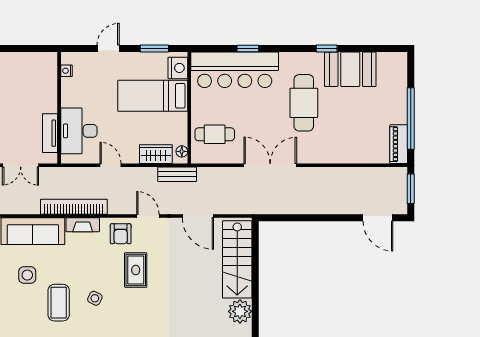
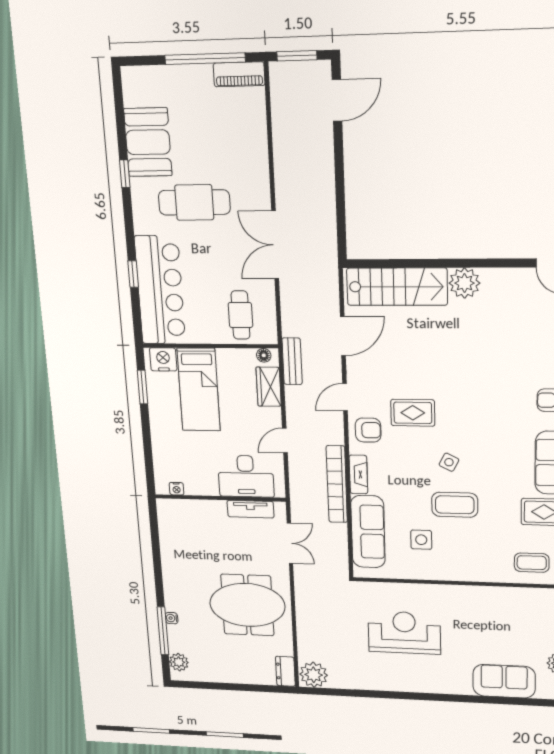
door: (108, 49) -> (147, 441), removed

